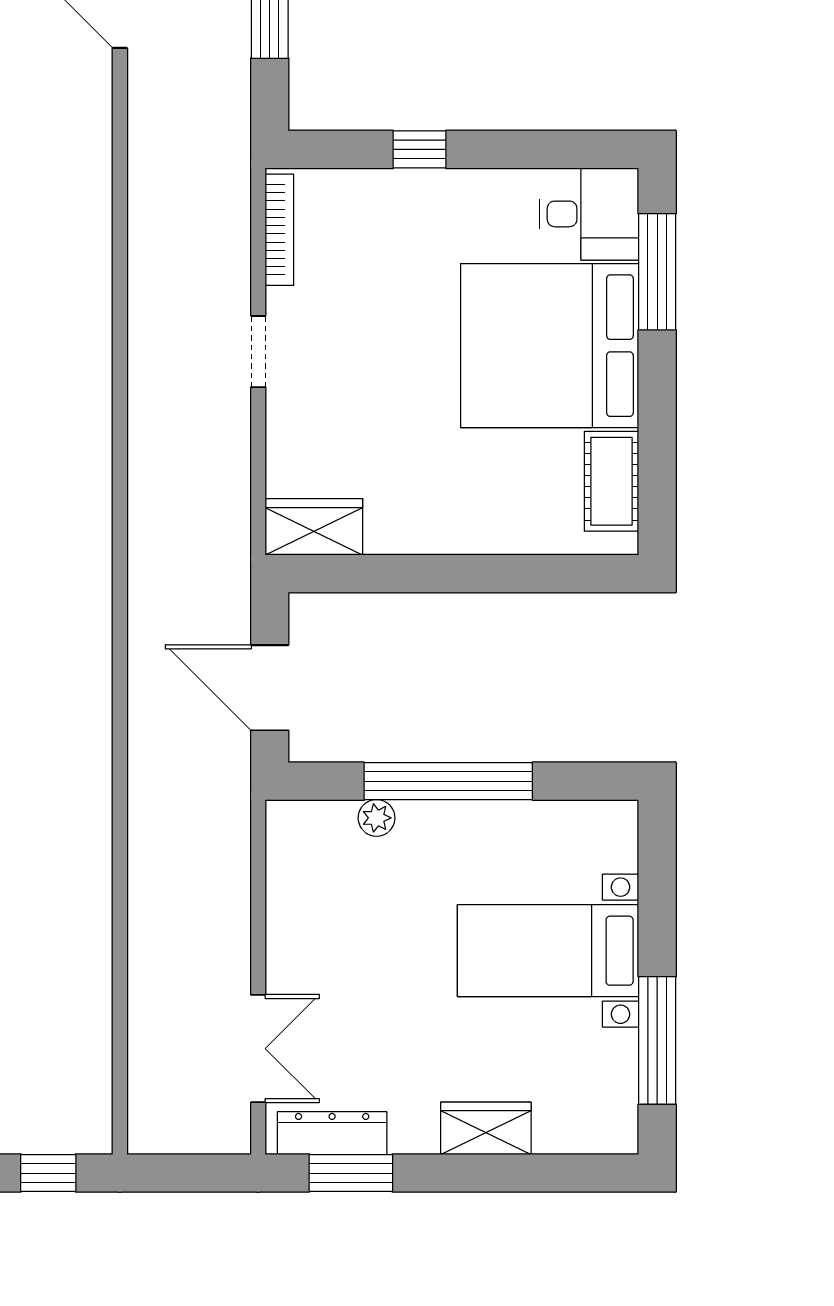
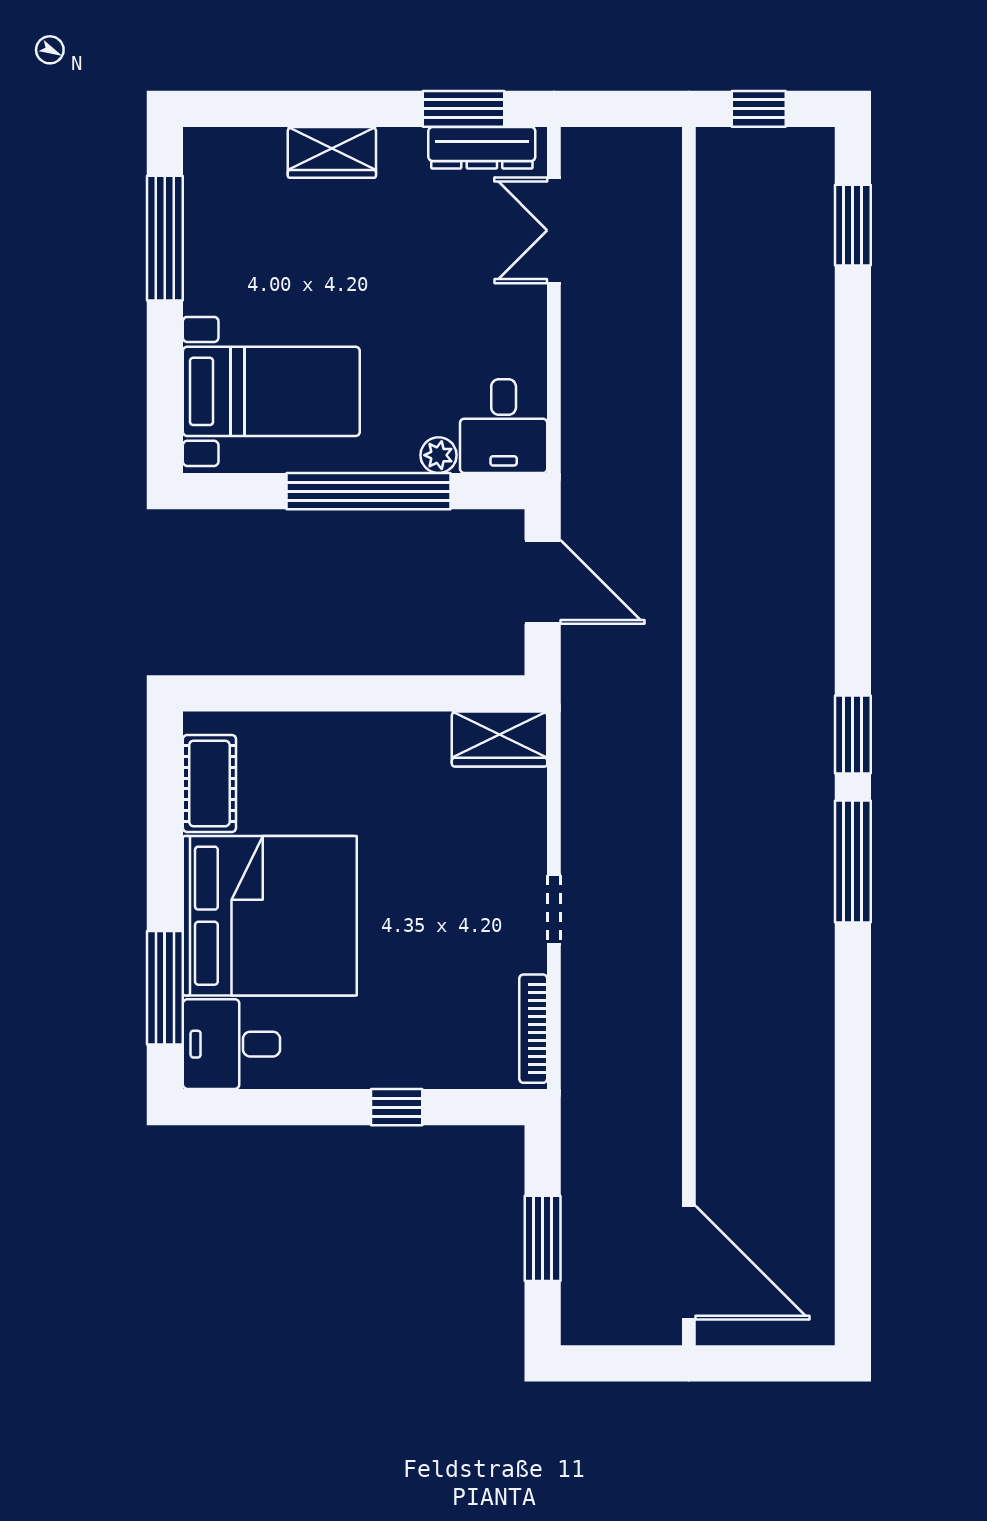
desk: (310, 848) -> (504, 426), added
bed with nightstands: (548, 951) -> (271, 391), moved

